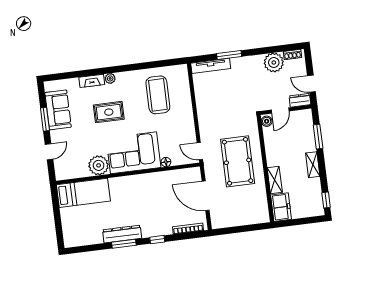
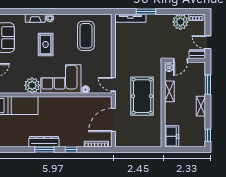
rug: (109, 112) -> (46, 44), turned 90
shelving: (275, 180) -> (169, 91), moved
door: (206, 196) -> (113, 120), hinge flipped

